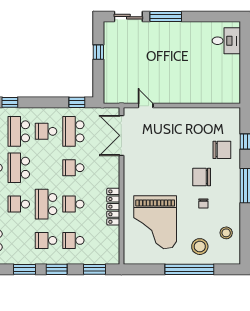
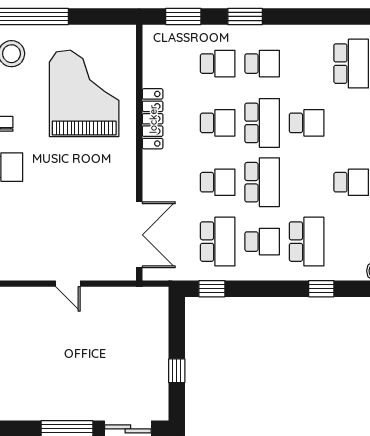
door: (146, 106) -> (68, 284), moved
school desk: (19, 168) -> (262, 182), moved
window: (25, 269) -> (297, 16), removed

